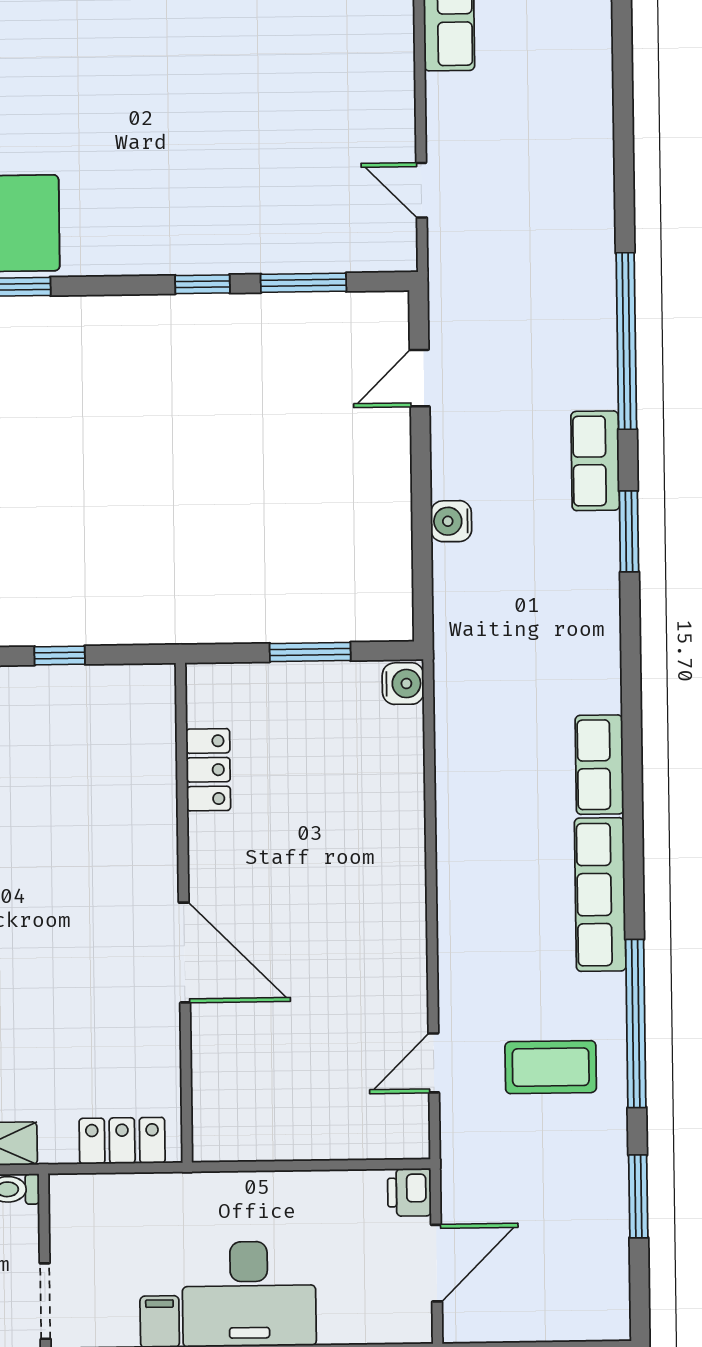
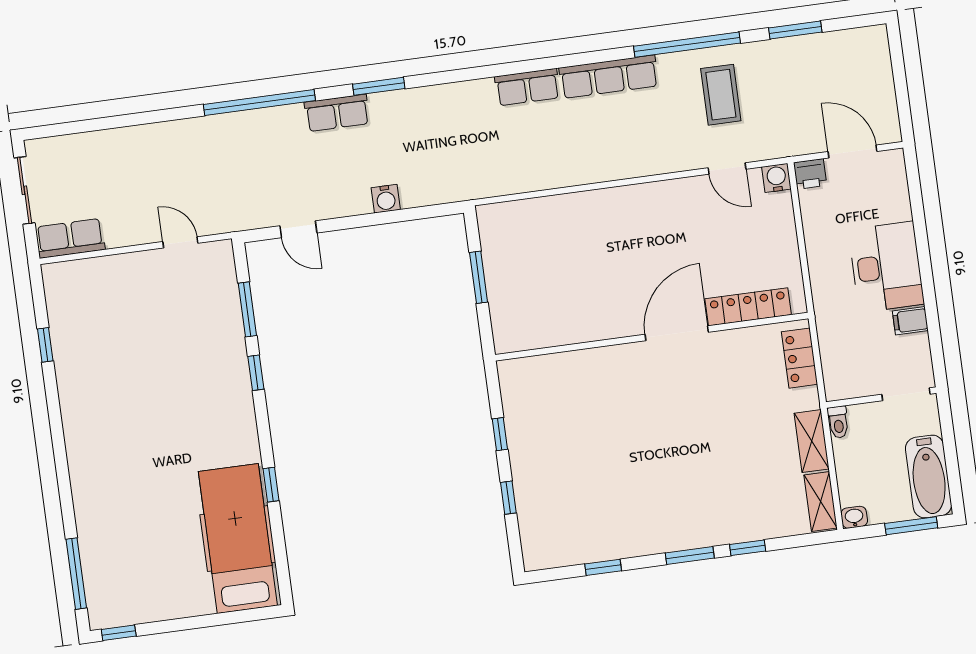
door: (422, 190) -> (180, 242), swing flipped
water cooler: (403, 684) -> (776, 178), moved
locker: (208, 770) -> (748, 307), moved, width x1.53

